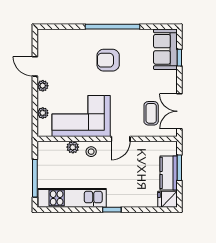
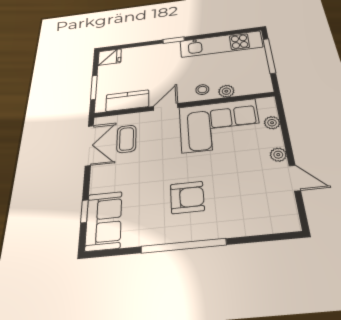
kitchen counter: (169, 173) -> (127, 101), moved, turned -90

